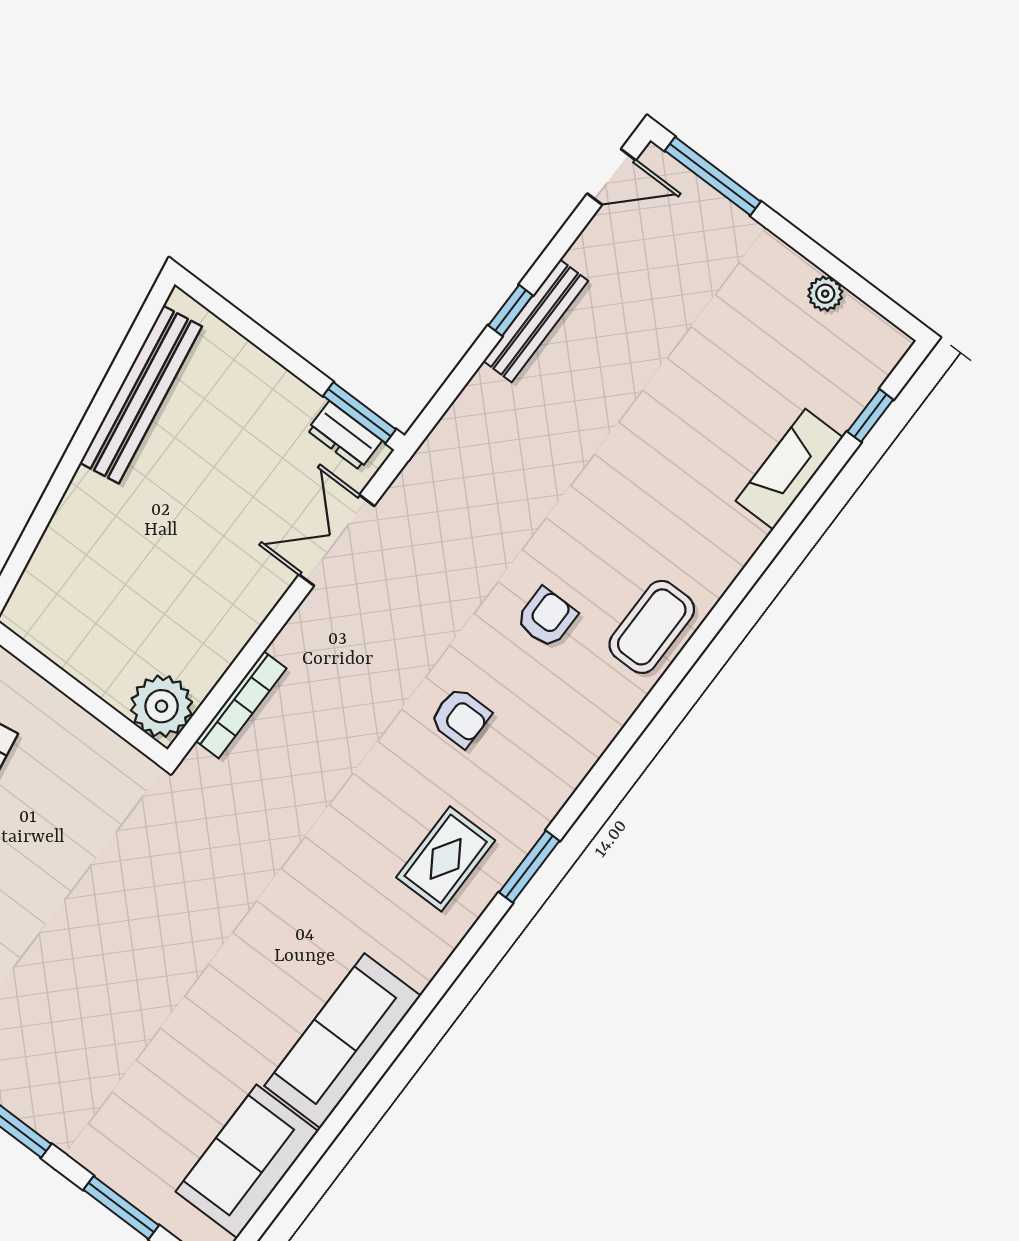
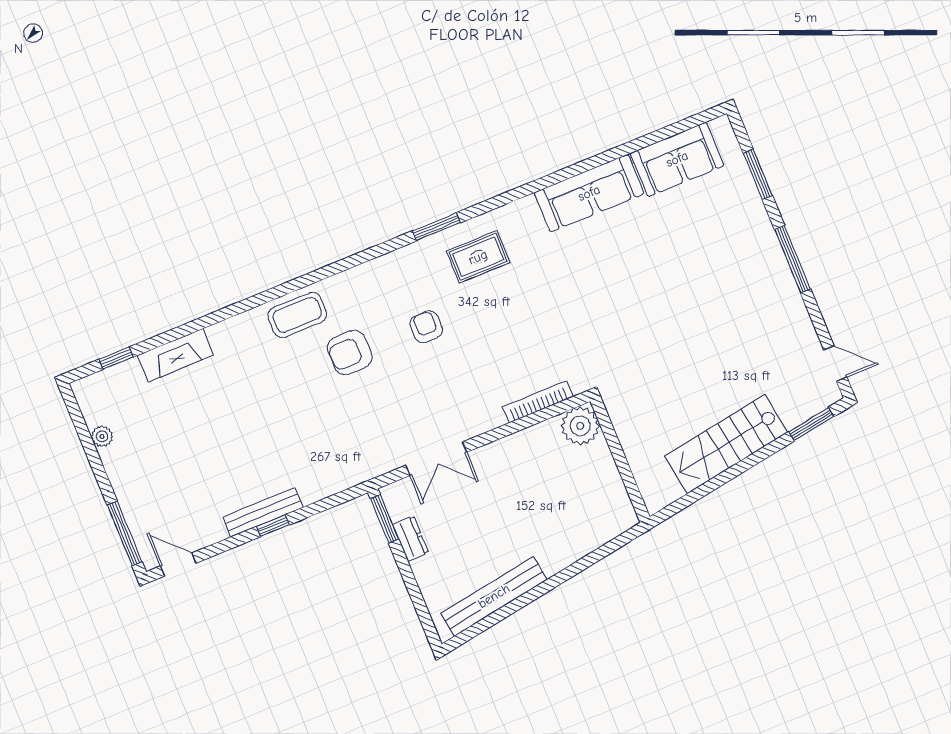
dresser: (345, 435) -> (411, 539), moved
armchair: (547, 618) -> (350, 352), width x1.38, depth x1.38

